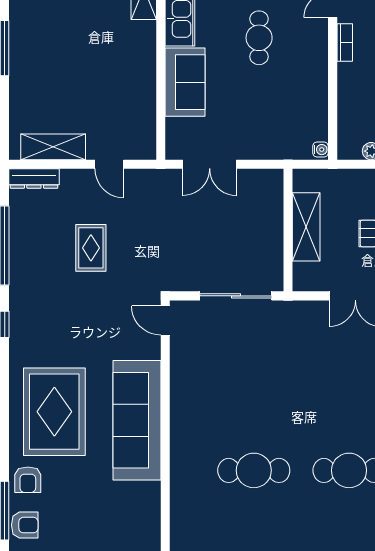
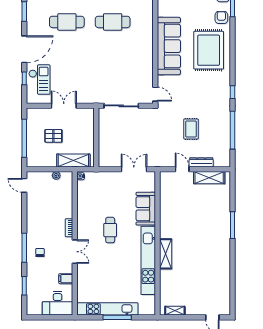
dresser: (34, 179) -> (201, 162), moved
shelving: (306, 227) -> (73, 160), moved, turned 90

